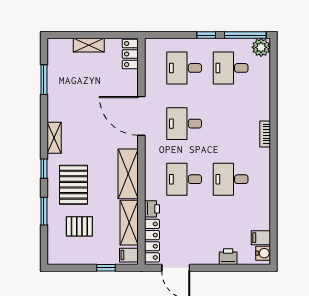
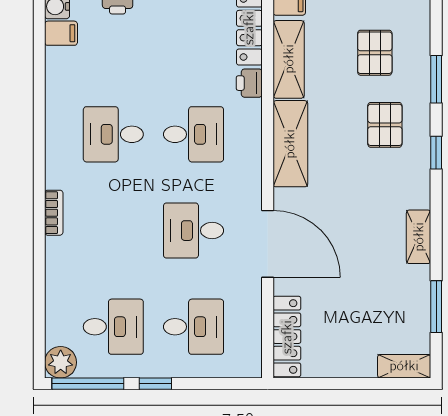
shelving: (89, 45) -> (404, 366), moved
locker: (130, 54) -> (287, 337), width x1.53
desk: (184, 124) -> (194, 231), turned 180
shelving: (54, 138) -> (419, 237), moved
desk: (231, 179) -> (113, 134), turned 180
pallet: (74, 185) -> (385, 125), width x0.67, depth x0.71
pallet: (79, 226) -> (375, 53), turned 90

